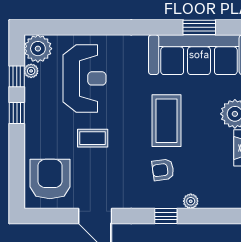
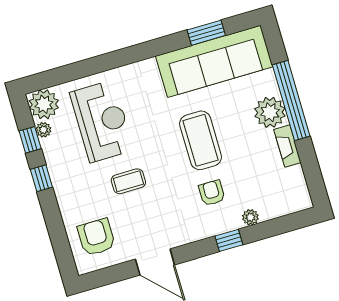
armchair: (163, 170) -> (212, 193), turned 98
armchair: (50, 179) -> (96, 237), width x0.73, depth x0.73

